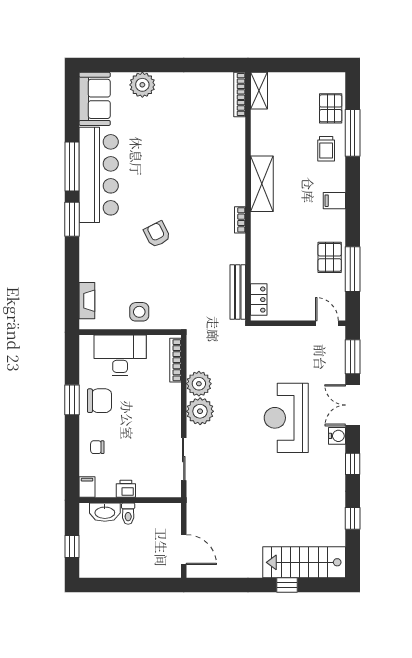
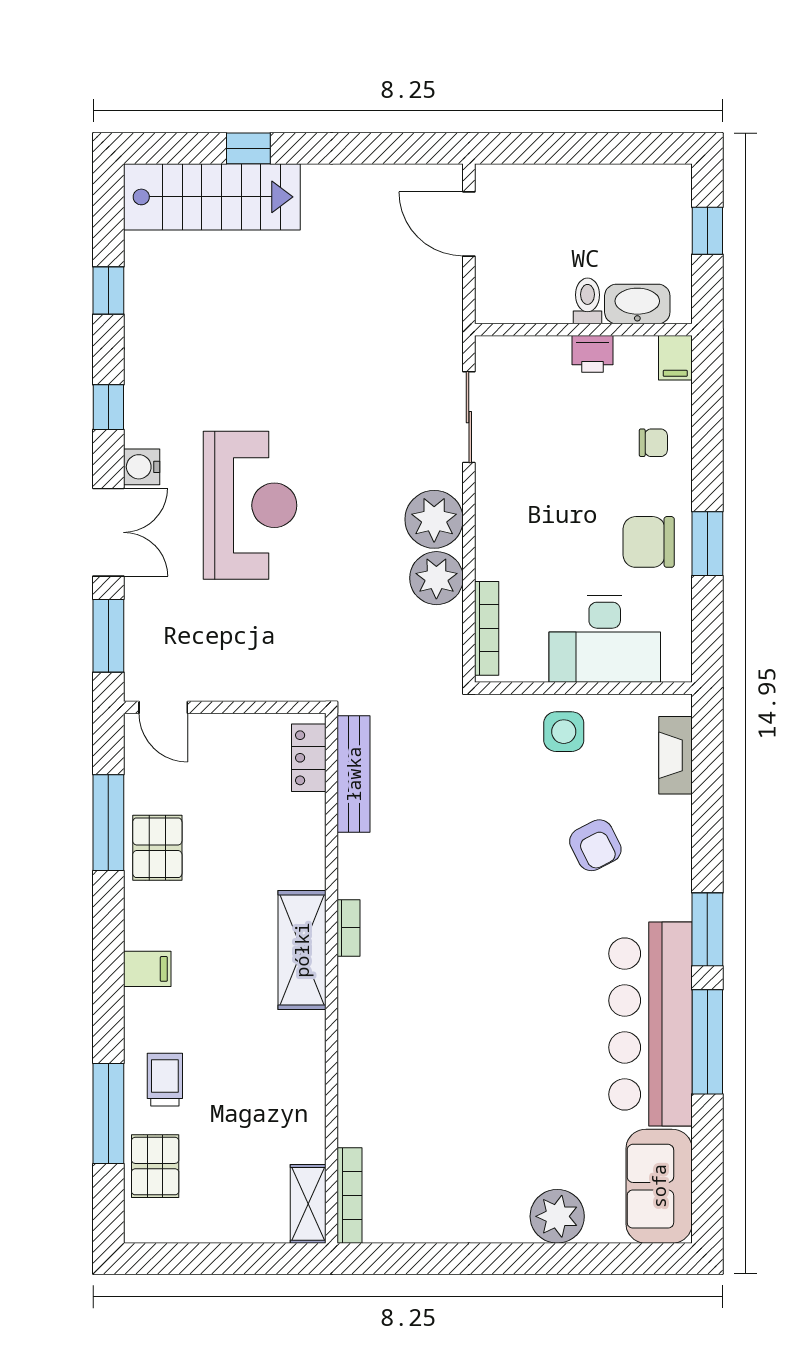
shelving: (262, 184) -> (302, 950), moved
armchair: (157, 234) -> (595, 845), moved

